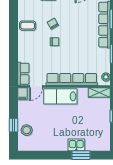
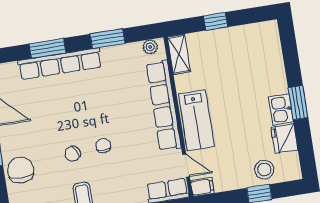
fridge: (42, 144) -> (284, 139), added
kitchen sink: (76, 145) -> (281, 109), moved
window: (81, 155) -> (298, 103), moved

